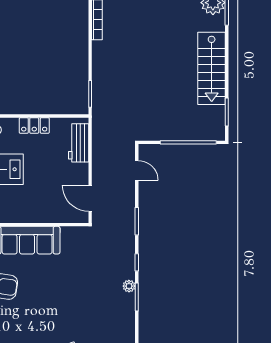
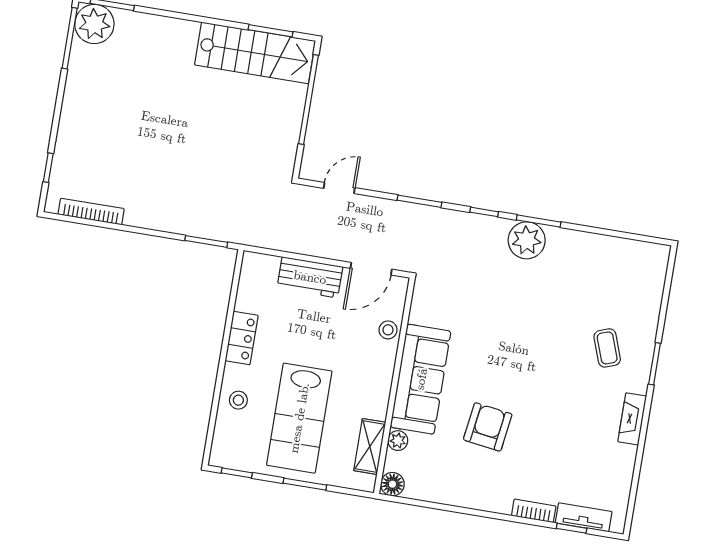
stairs: (212, 68) -> (255, 53), moved
workbench: (79, 143) -> (310, 277), moved
stool: (54, 215) -> (388, 330), added
plant: (129, 286) -> (527, 240), width x1.88, depth x1.88

